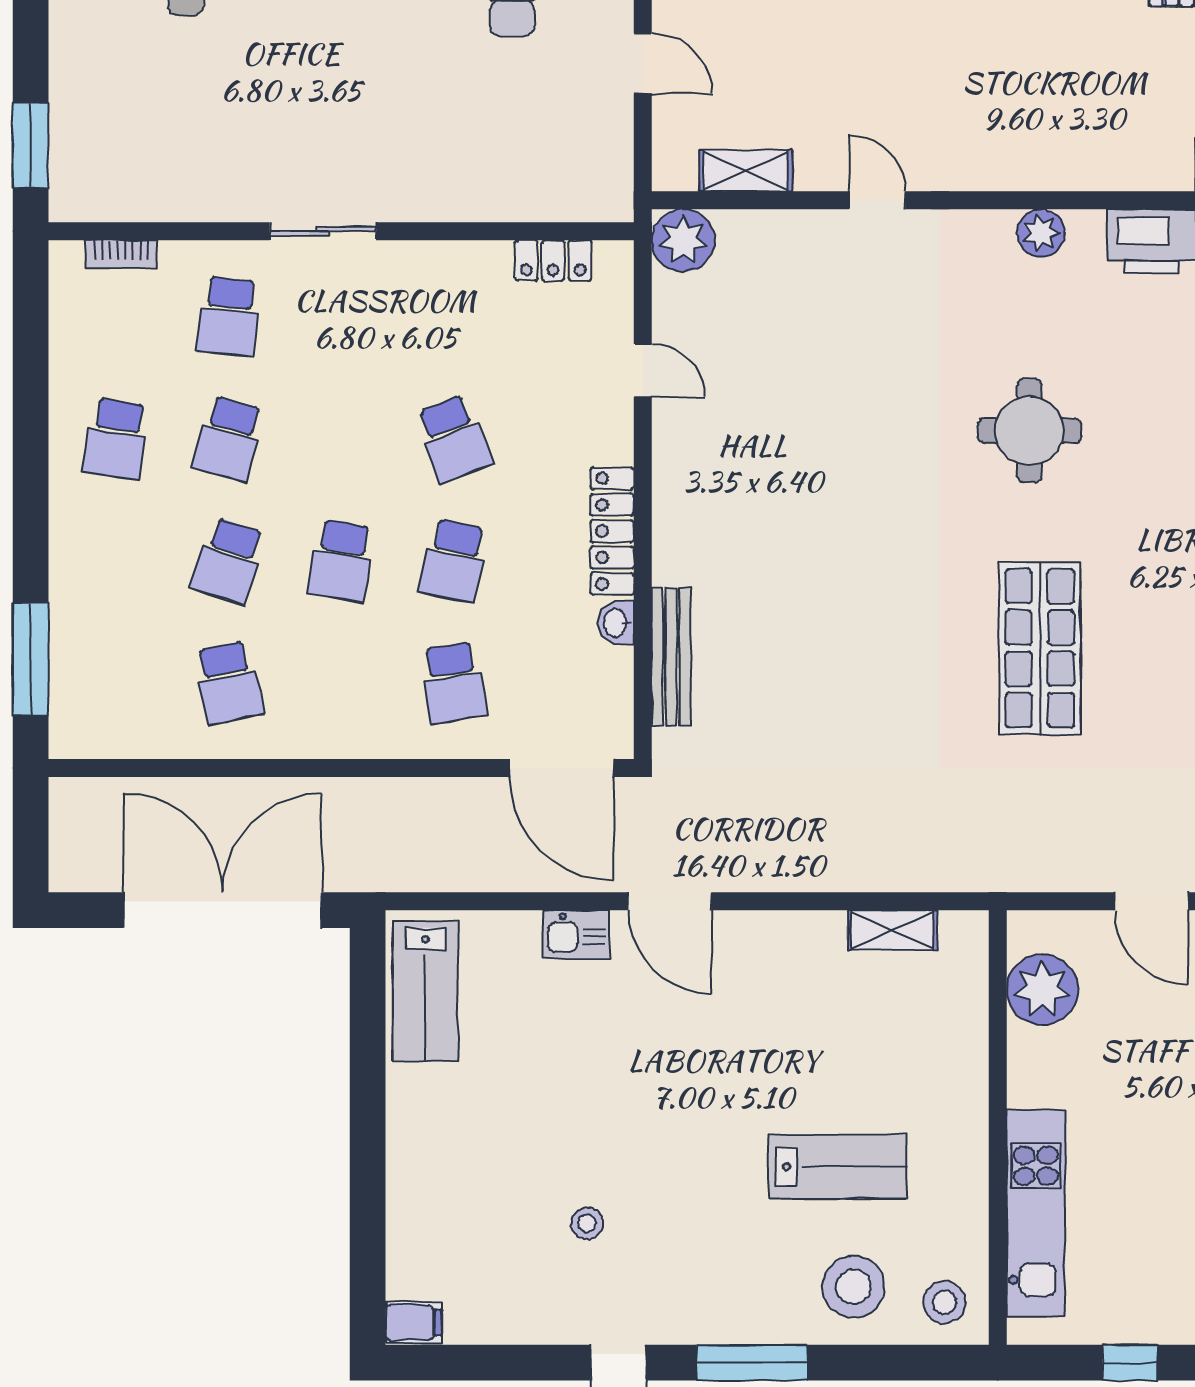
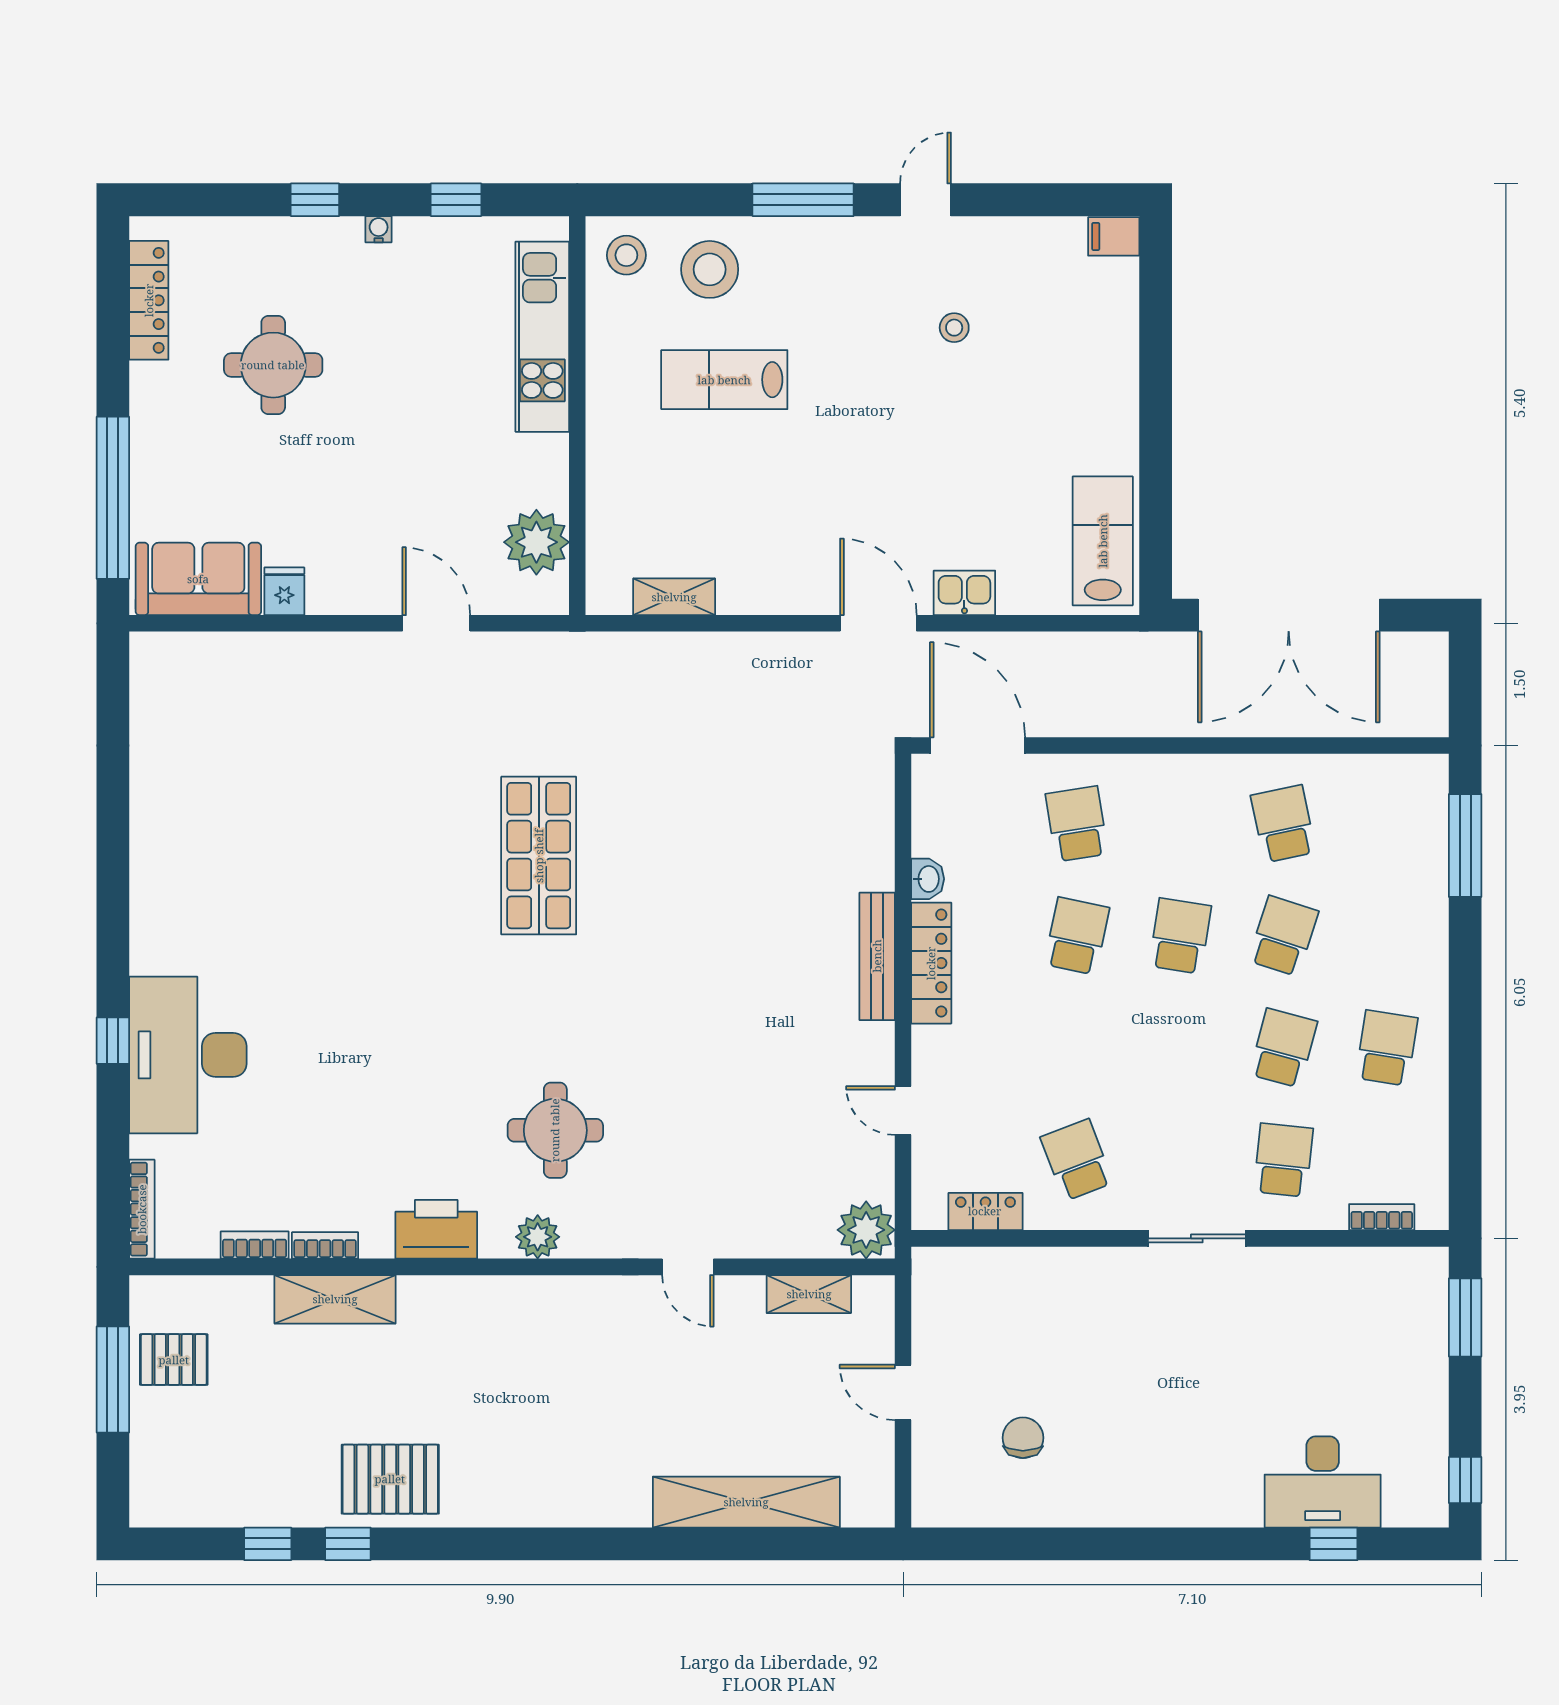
round table: (1029, 431) -> (555, 1130), moved
school desk: (454, 439) -> (1077, 1160), moved
bench: (671, 657) -> (877, 956), moved

